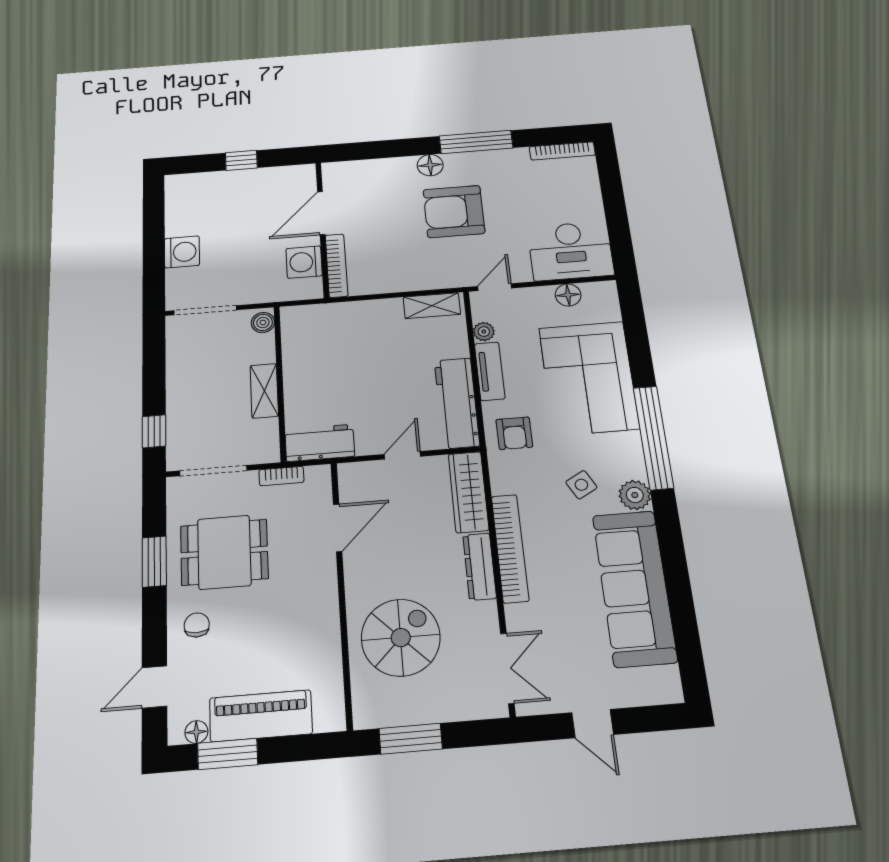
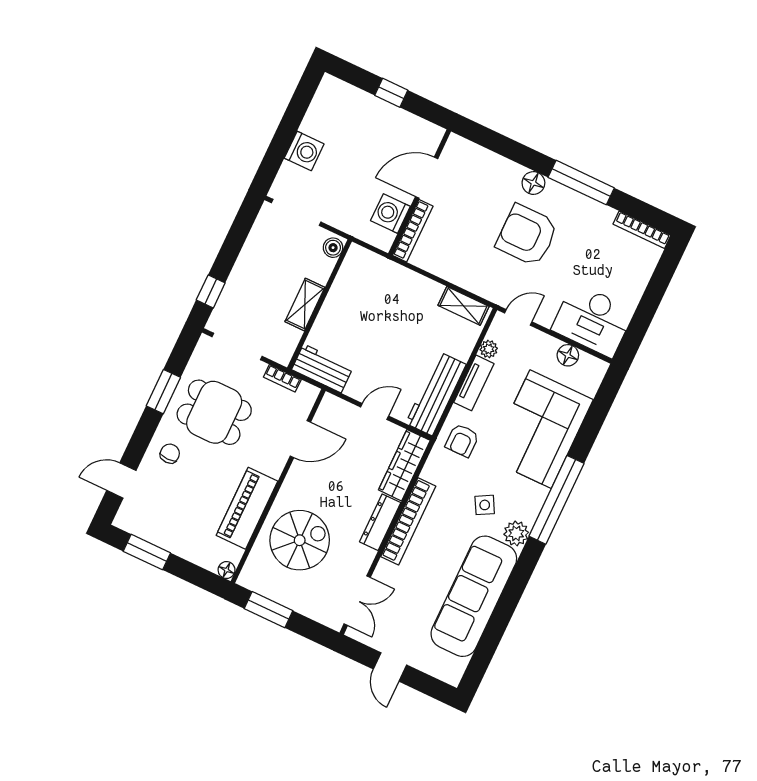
piano: (261, 716) -> (247, 508), moved, turned -90
floor lamp: (196, 732) -> (227, 570), moved

